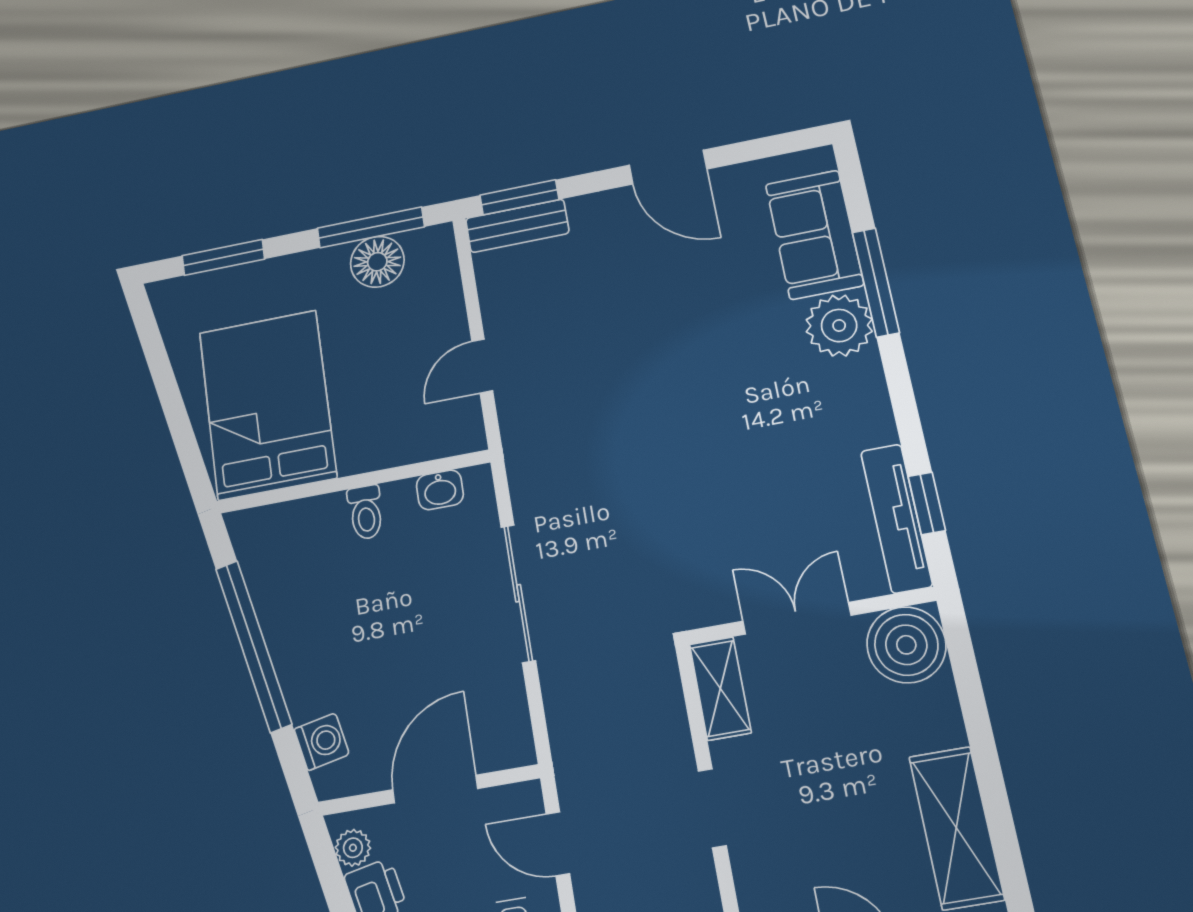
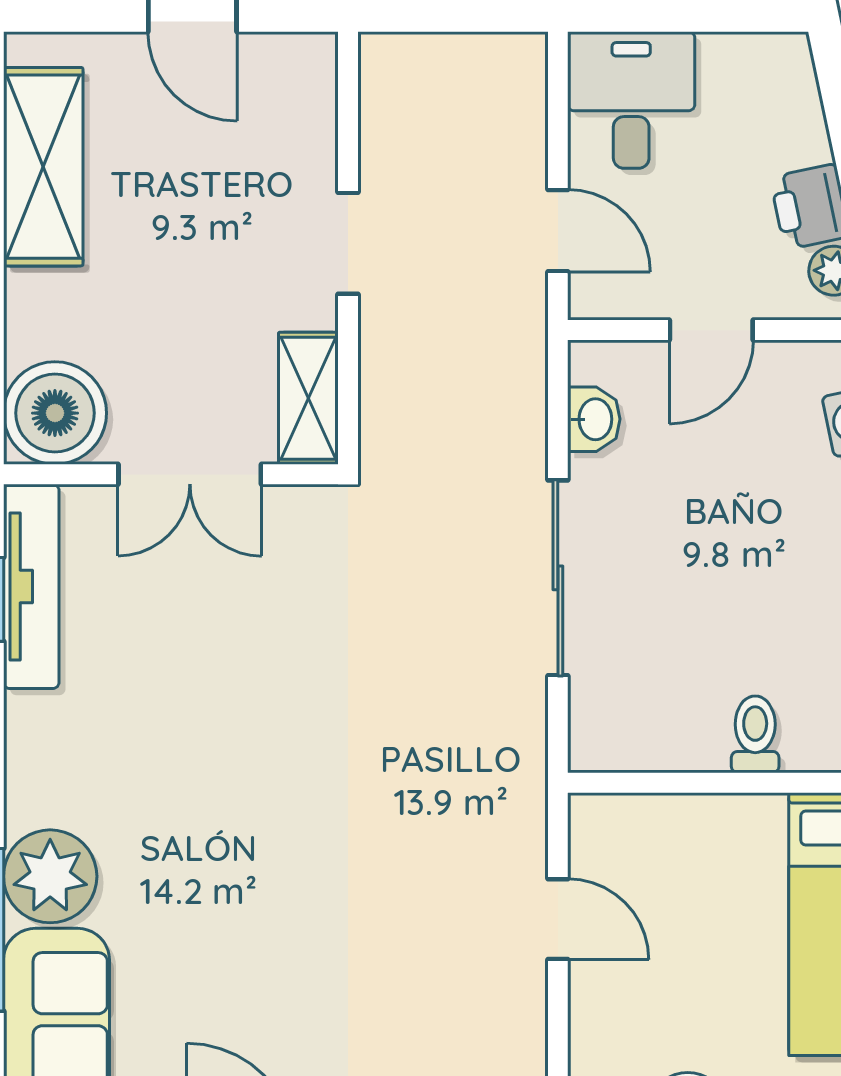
door: (482, 366) -> (558, 919), hinge flipped
washbasin: (440, 490) -> (594, 419), moved, turned 90
door: (435, 789) -> (711, 330), width x0.73

